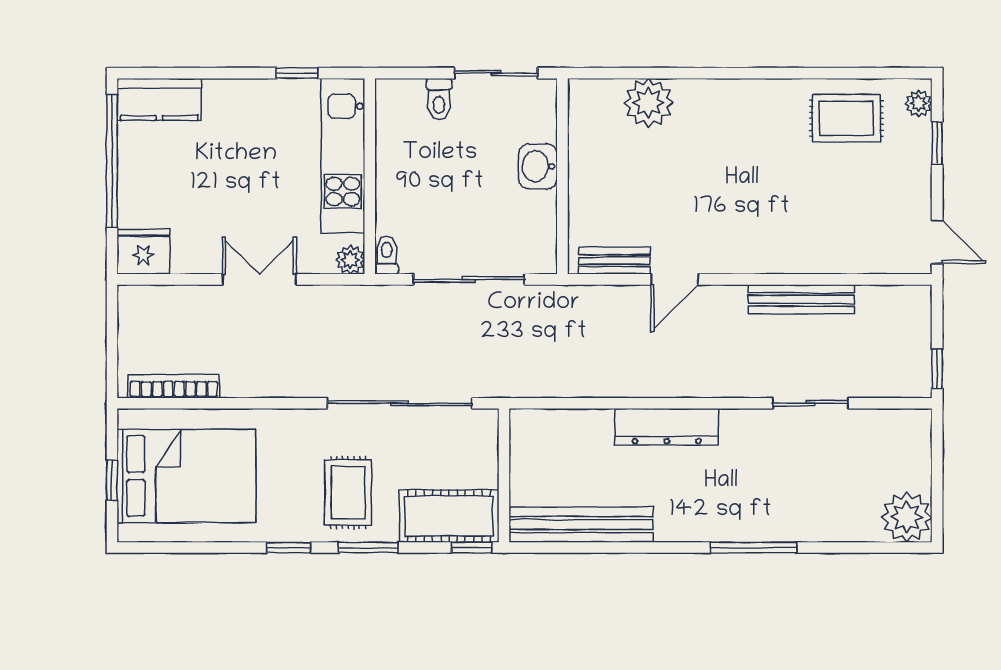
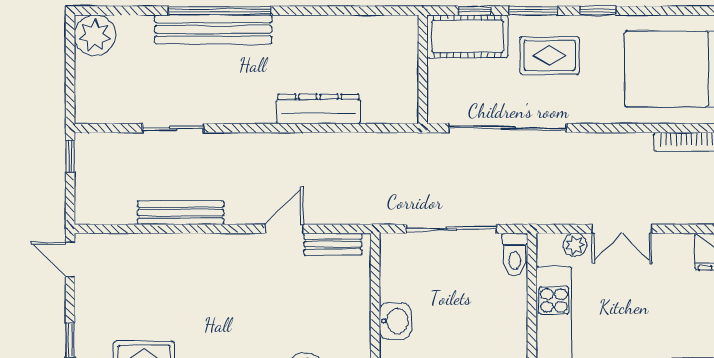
toilet: (387, 255) -> (515, 255), width x1.37, depth x1.39
plant: (350, 260) -> (575, 245), moved
dresser: (667, 427) -> (318, 109), moved
rug: (348, 492) -> (550, 55), turned 90
bench: (581, 525) -> (213, 29), moved
window: (472, 548) -> (475, 11), moved
window: (754, 548) -> (219, 11), width x1.46

